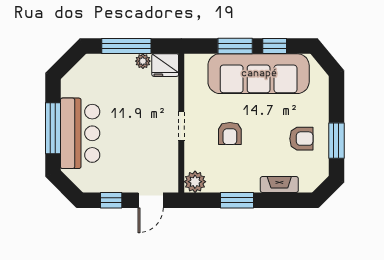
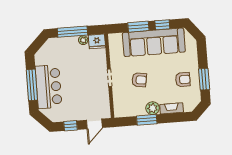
armchair: (230, 134) -> (139, 80), turned -81
plant: (195, 182) -> (153, 108), moved

